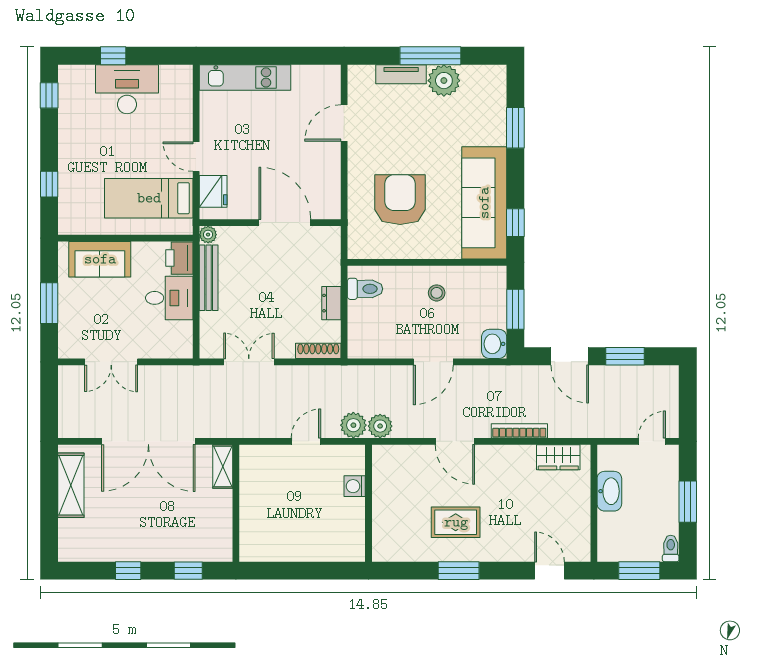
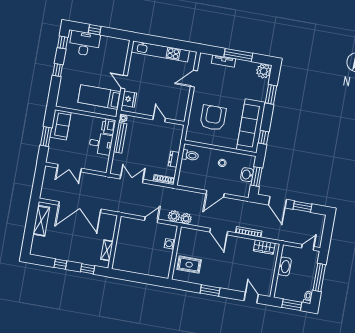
kitchen unit: (245, 77) -> (160, 51), width x1.36
plant: (444, 81) -> (264, 71), moved
desk: (127, 89) -> (84, 44), moved
window: (49, 184) -> (58, 70), moved
door: (285, 223) -> (159, 119), width x0.53
sofa: (100, 259) -> (60, 125), moved, turned -90
washbasin: (494, 344) -> (247, 175), moved
shelving: (223, 467) -> (107, 250), moved
window: (688, 502) -> (319, 278), width x1.44
rug: (456, 522) -> (189, 265), moved

